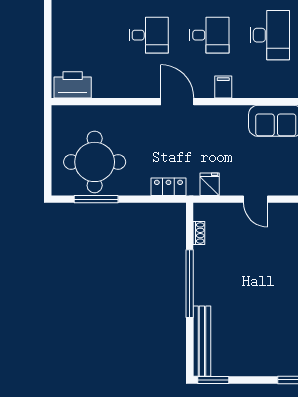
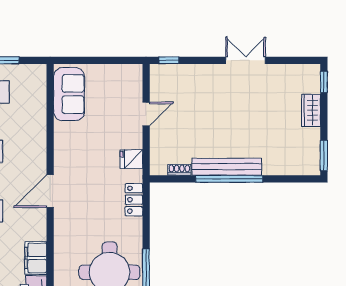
filing cabinet: (223, 87) -> (36, 258), moved, width x2.00
bench: (202, 341) -> (227, 167), moved
wardrobe: (259, 367) -> (311, 110), added

